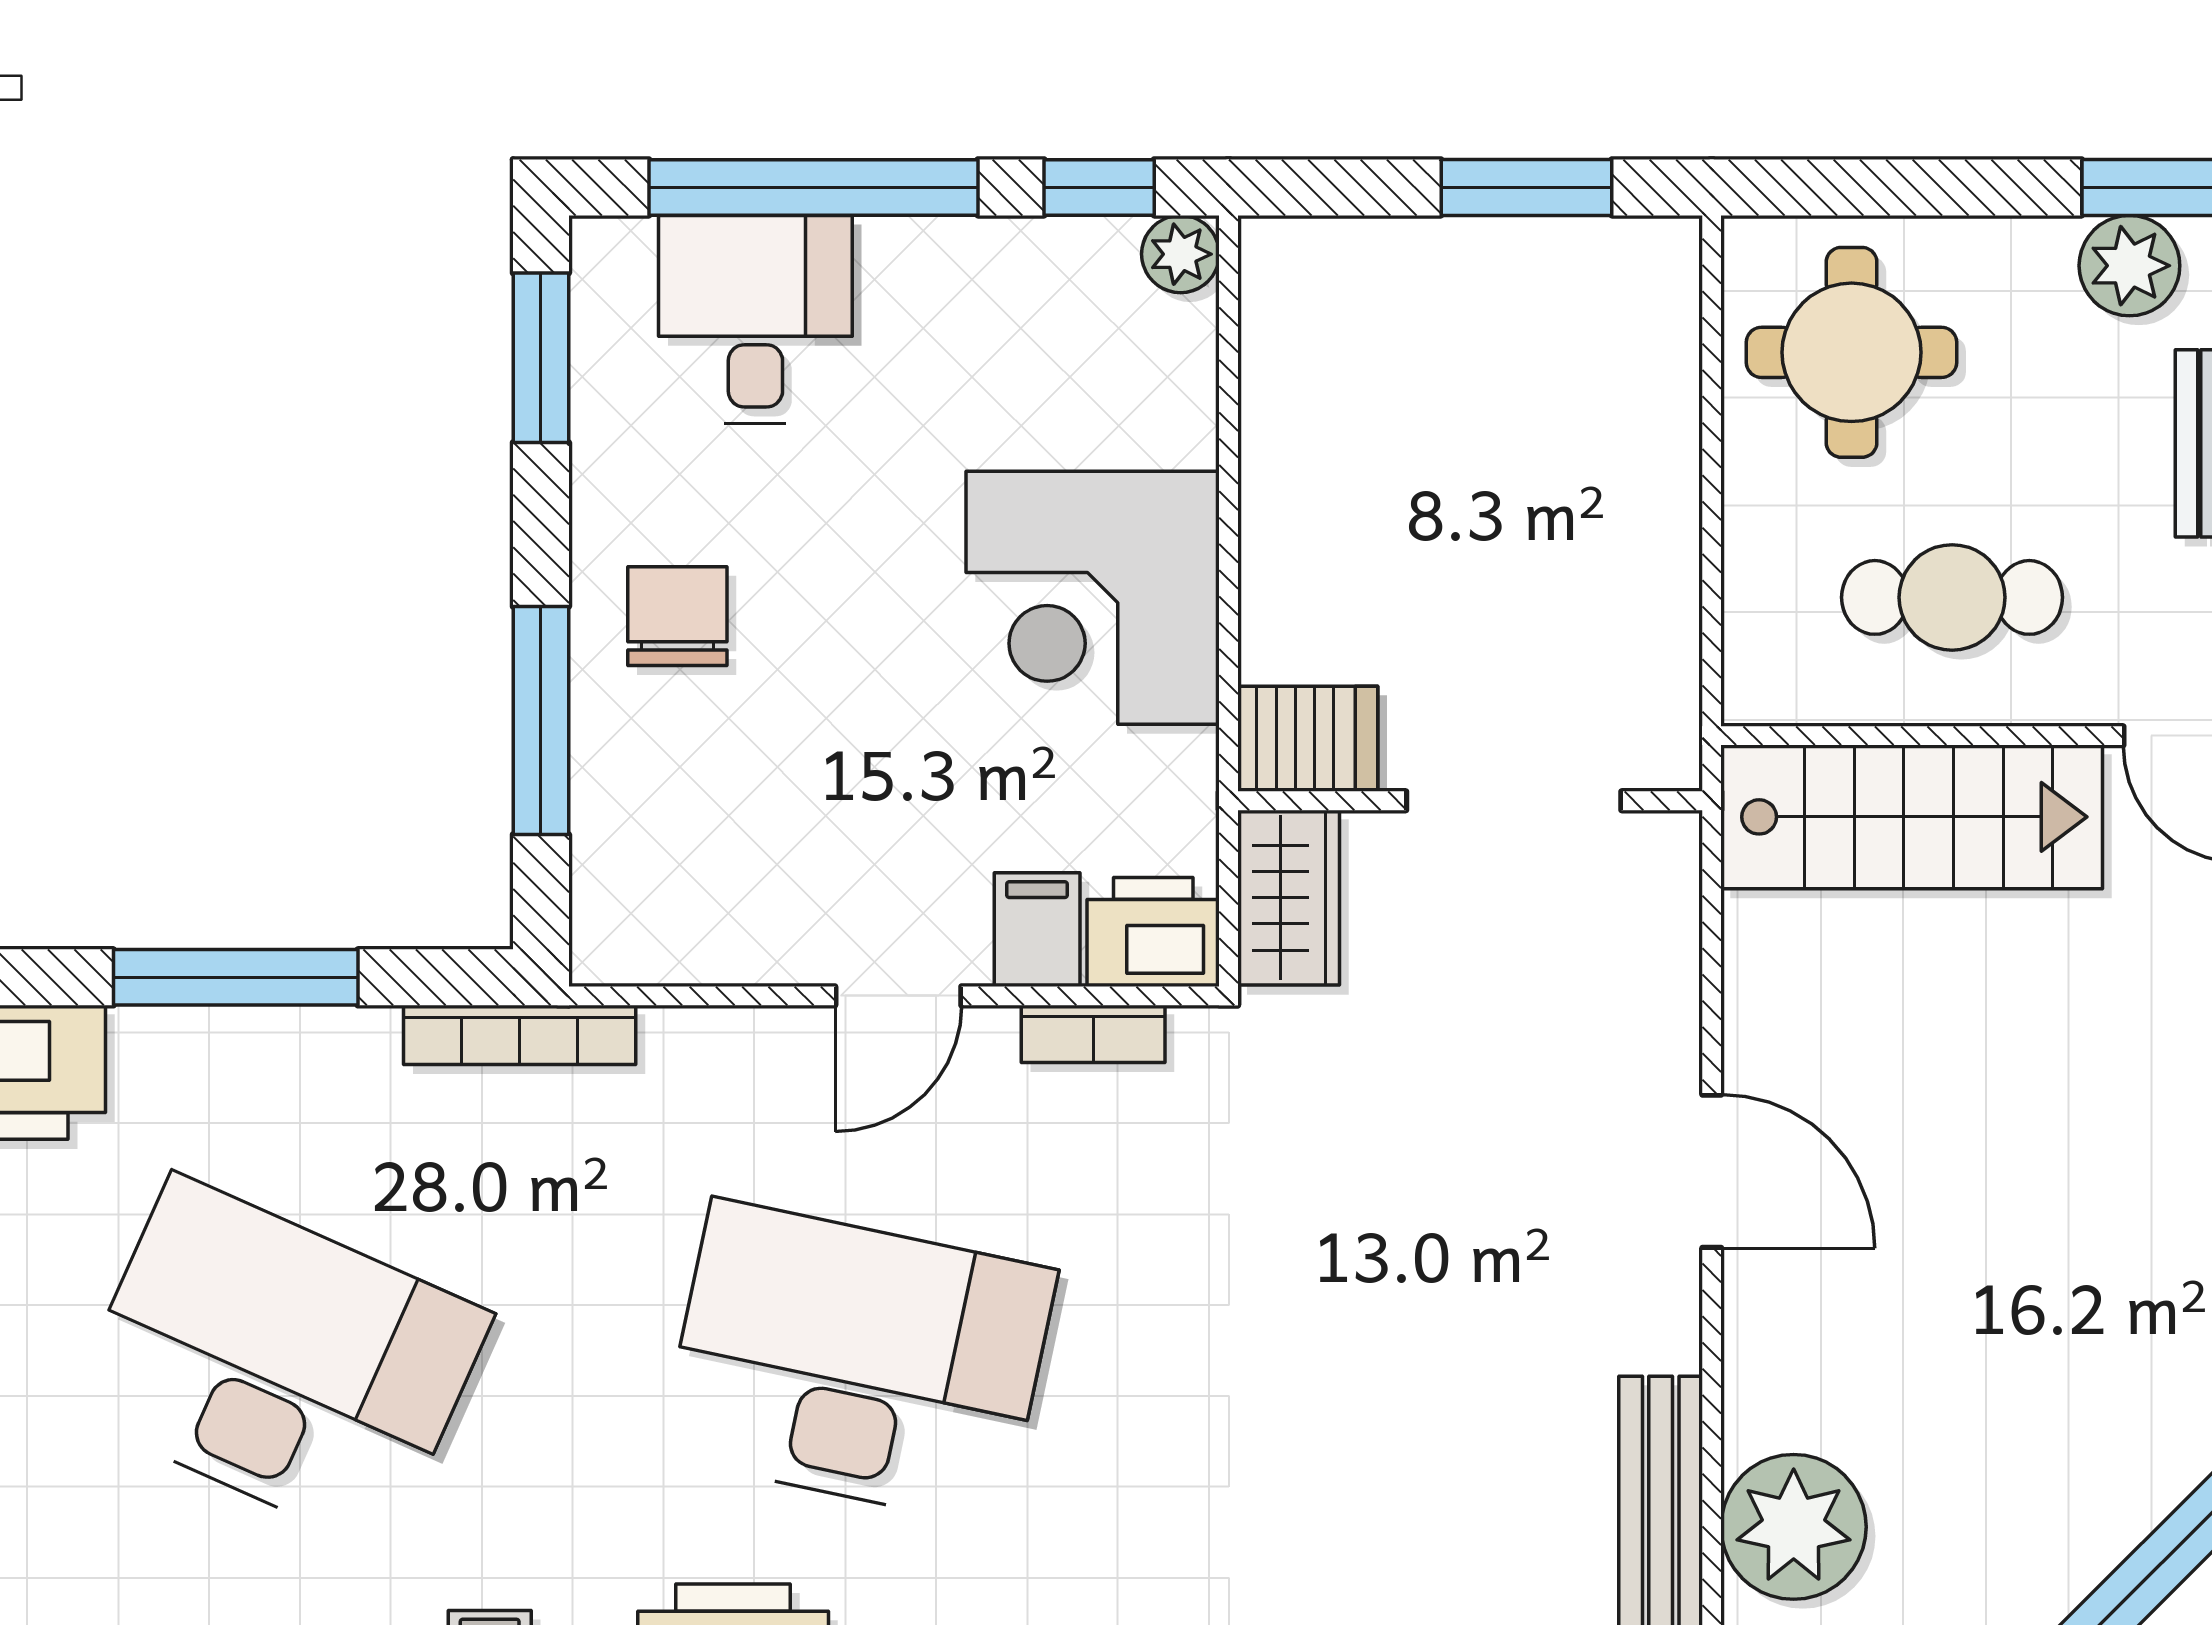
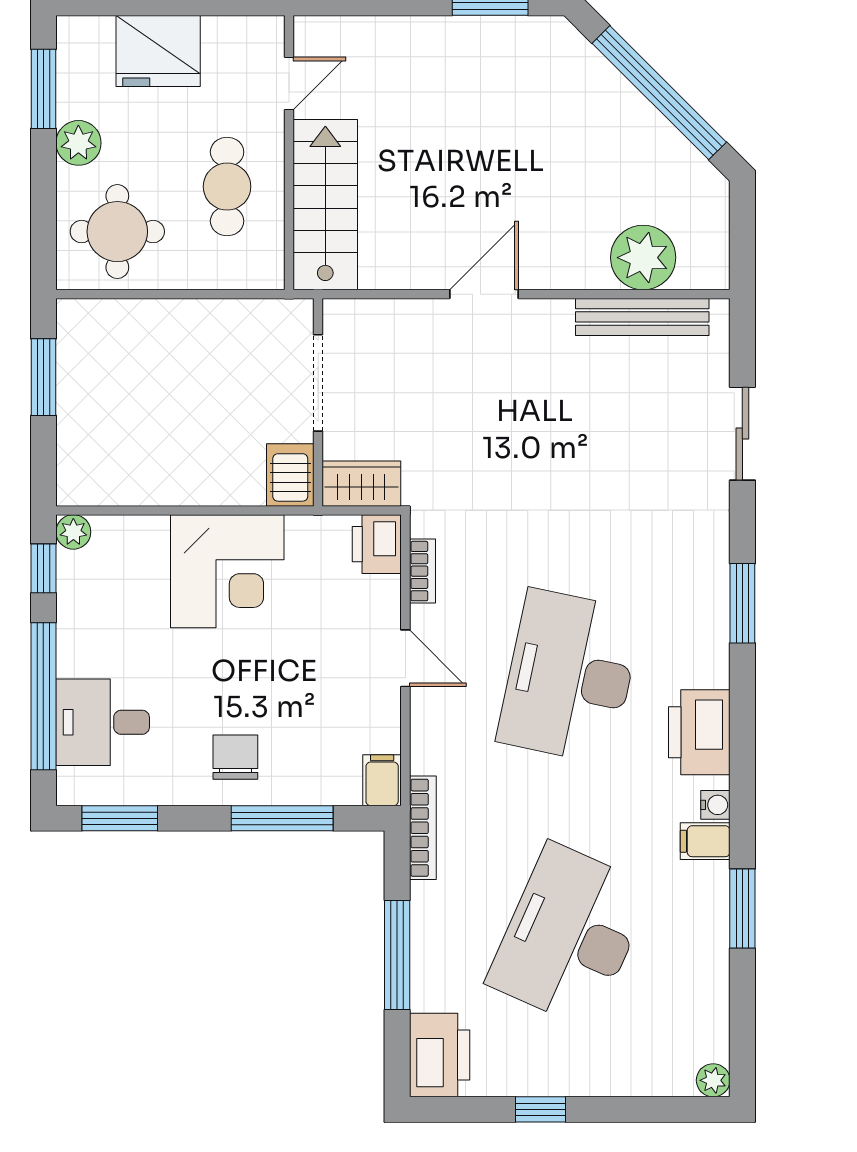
plant: (2129, 266) -> (78, 143), moved
chair: (677, 616) -> (235, 757), turned 90
filing cabinet: (1037, 930) -> (382, 780), moved, turned 90

